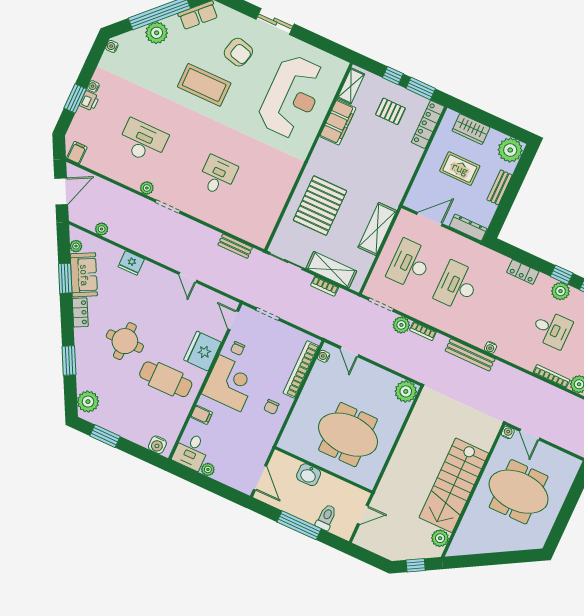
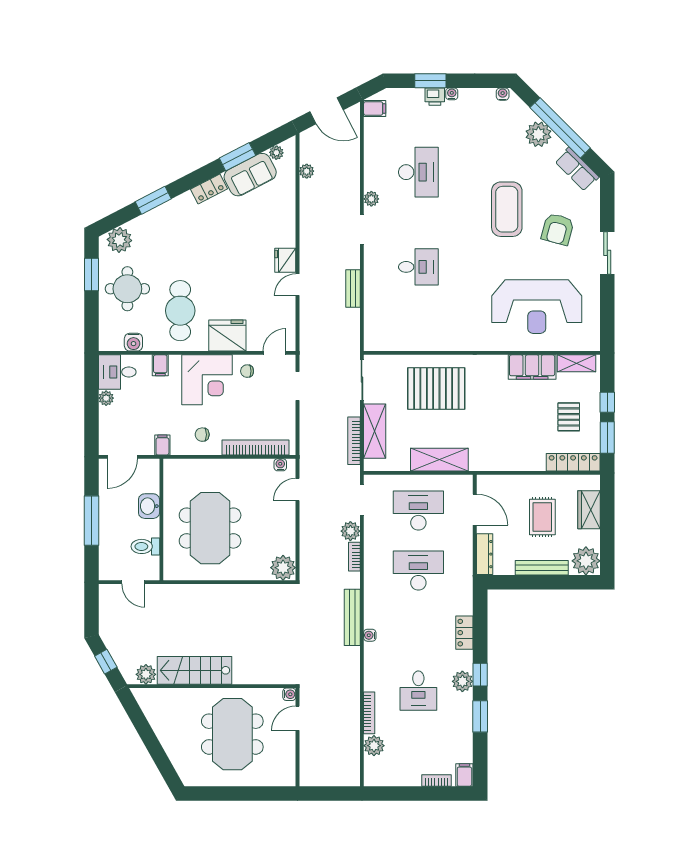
bench: (500, 187) -> (542, 568), width x1.36
bench: (235, 246) -> (353, 288), moved
fridge: (131, 263) -> (285, 260), moved
bookcase: (325, 286) -> (354, 441), width x1.56
round table: (125, 341) -> (127, 289), moved
filing cabinet: (265, 442) -> (162, 445), added
water cooler: (157, 445) -> (133, 342), moved, turned -90
stairs: (454, 485) -> (194, 670), width x0.73, depth x0.66
toilet: (326, 517) -> (145, 546), moved, turned 180

